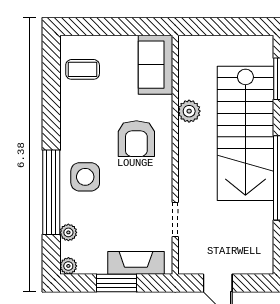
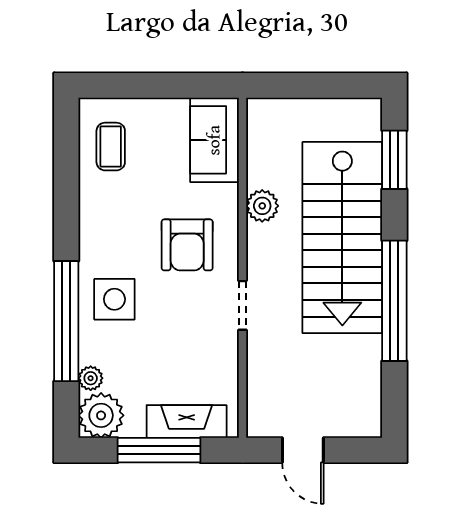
coffee table: (83, 69) -> (111, 147), turned 90
doorway: (175, 219) -> (243, 305), moved
plant: (68, 266) -> (101, 415), width x1.88, depth x1.88
window: (117, 283) -> (159, 450), width x1.44

